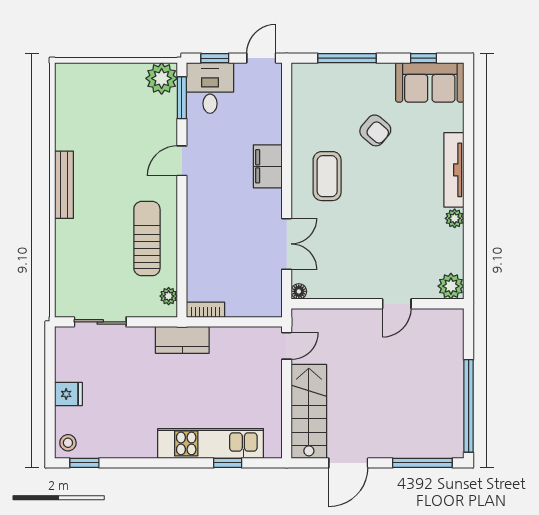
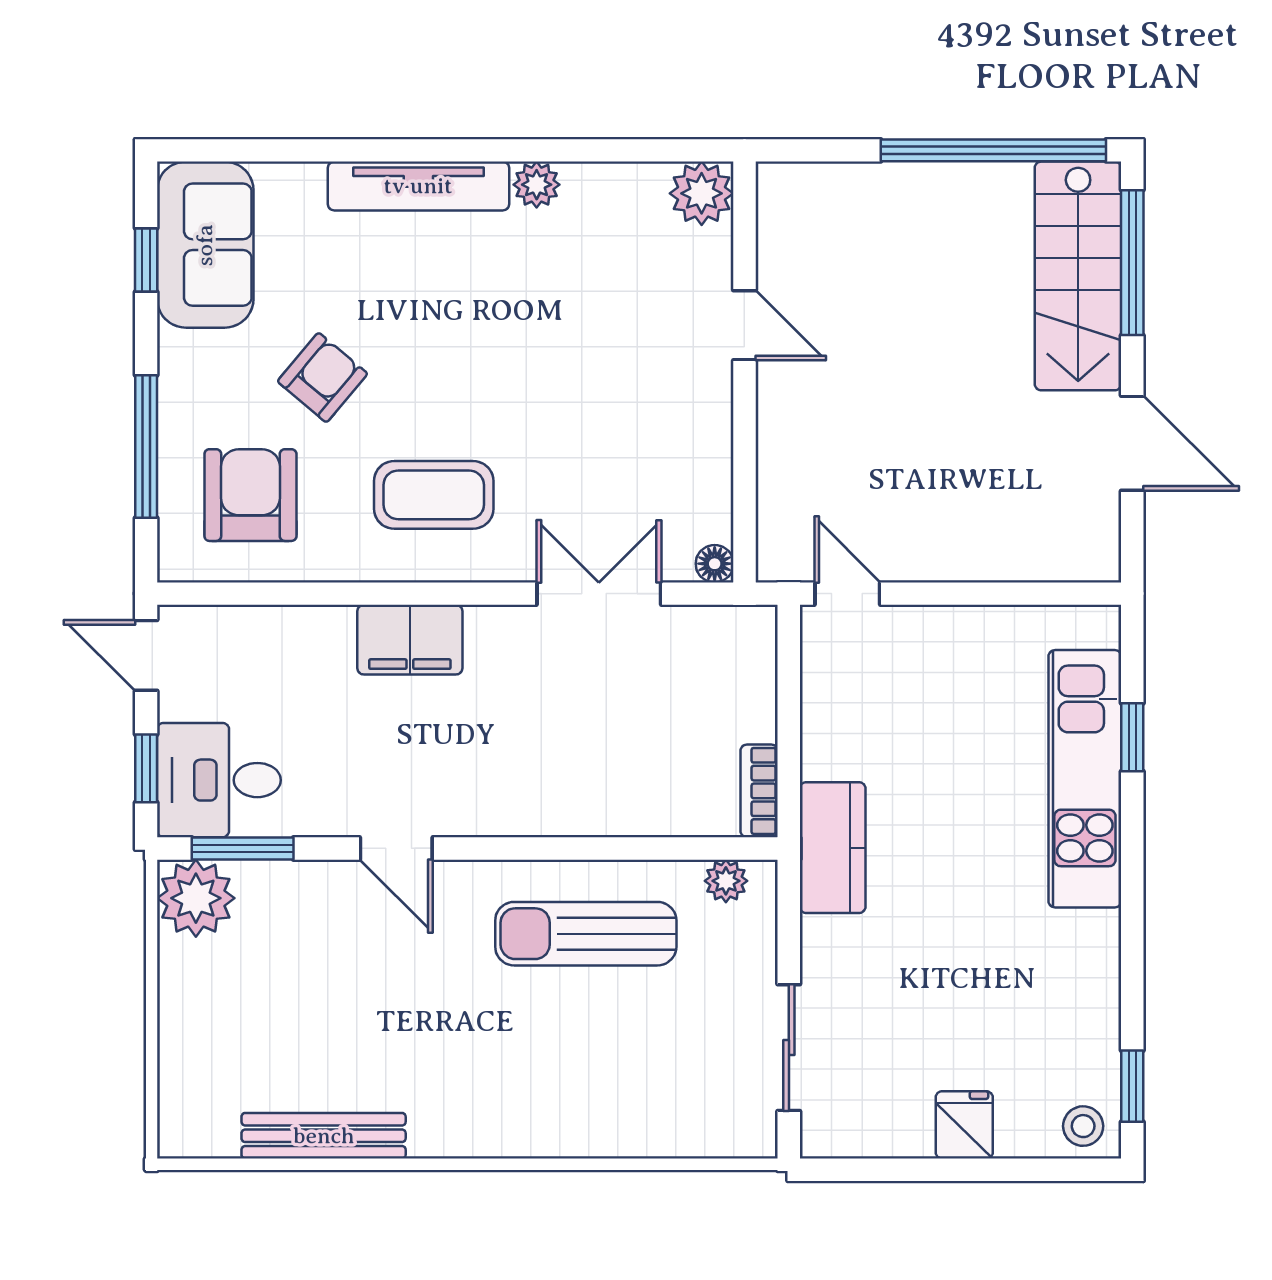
armchair: (327, 101) -> (250, 495), added
bench: (64, 185) -> (324, 1136), moved
stairs: (309, 411) -> (1078, 276), moved, turned -90

